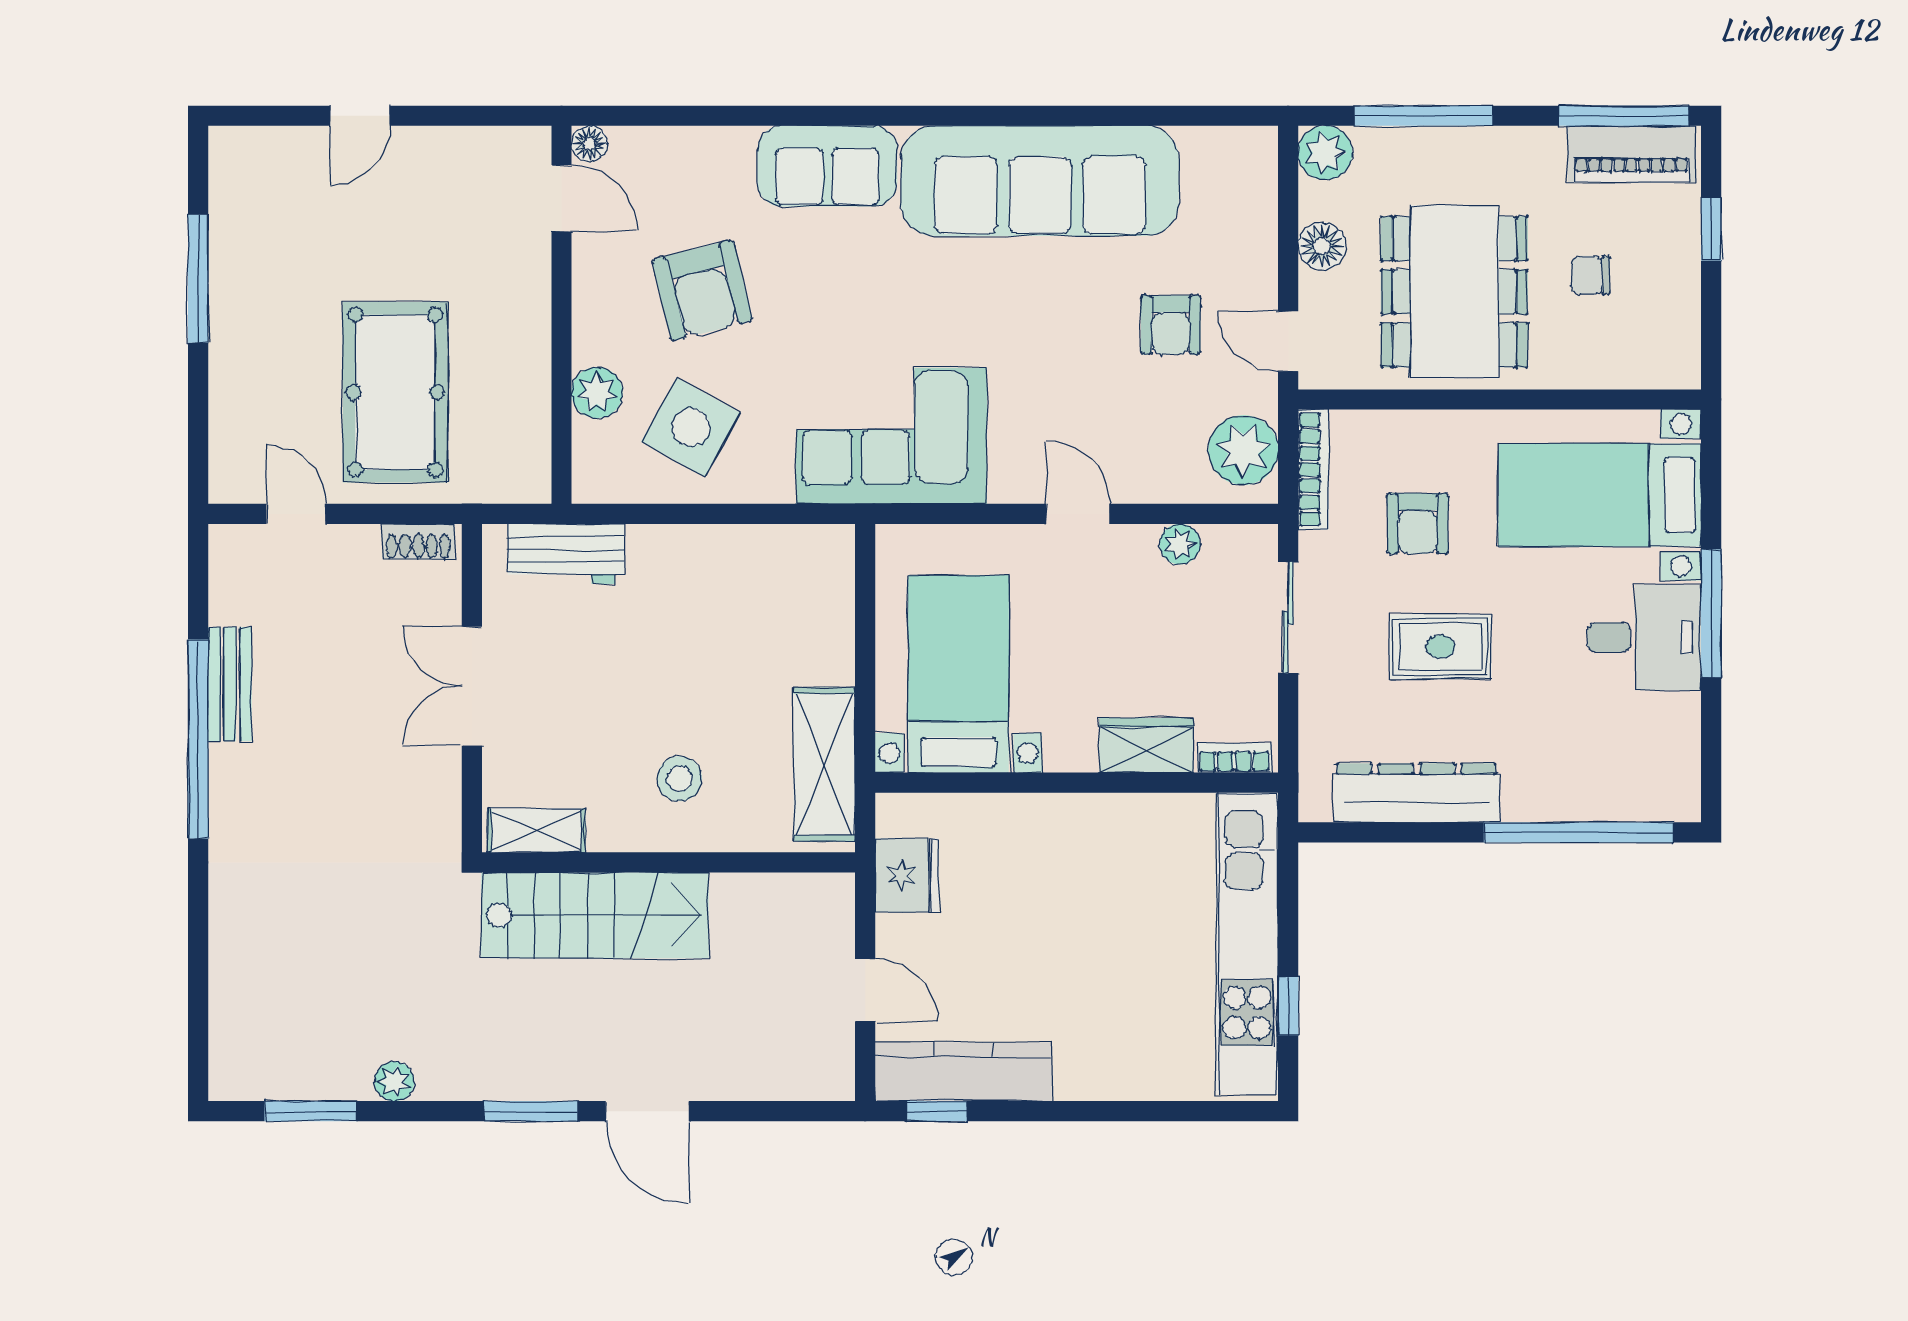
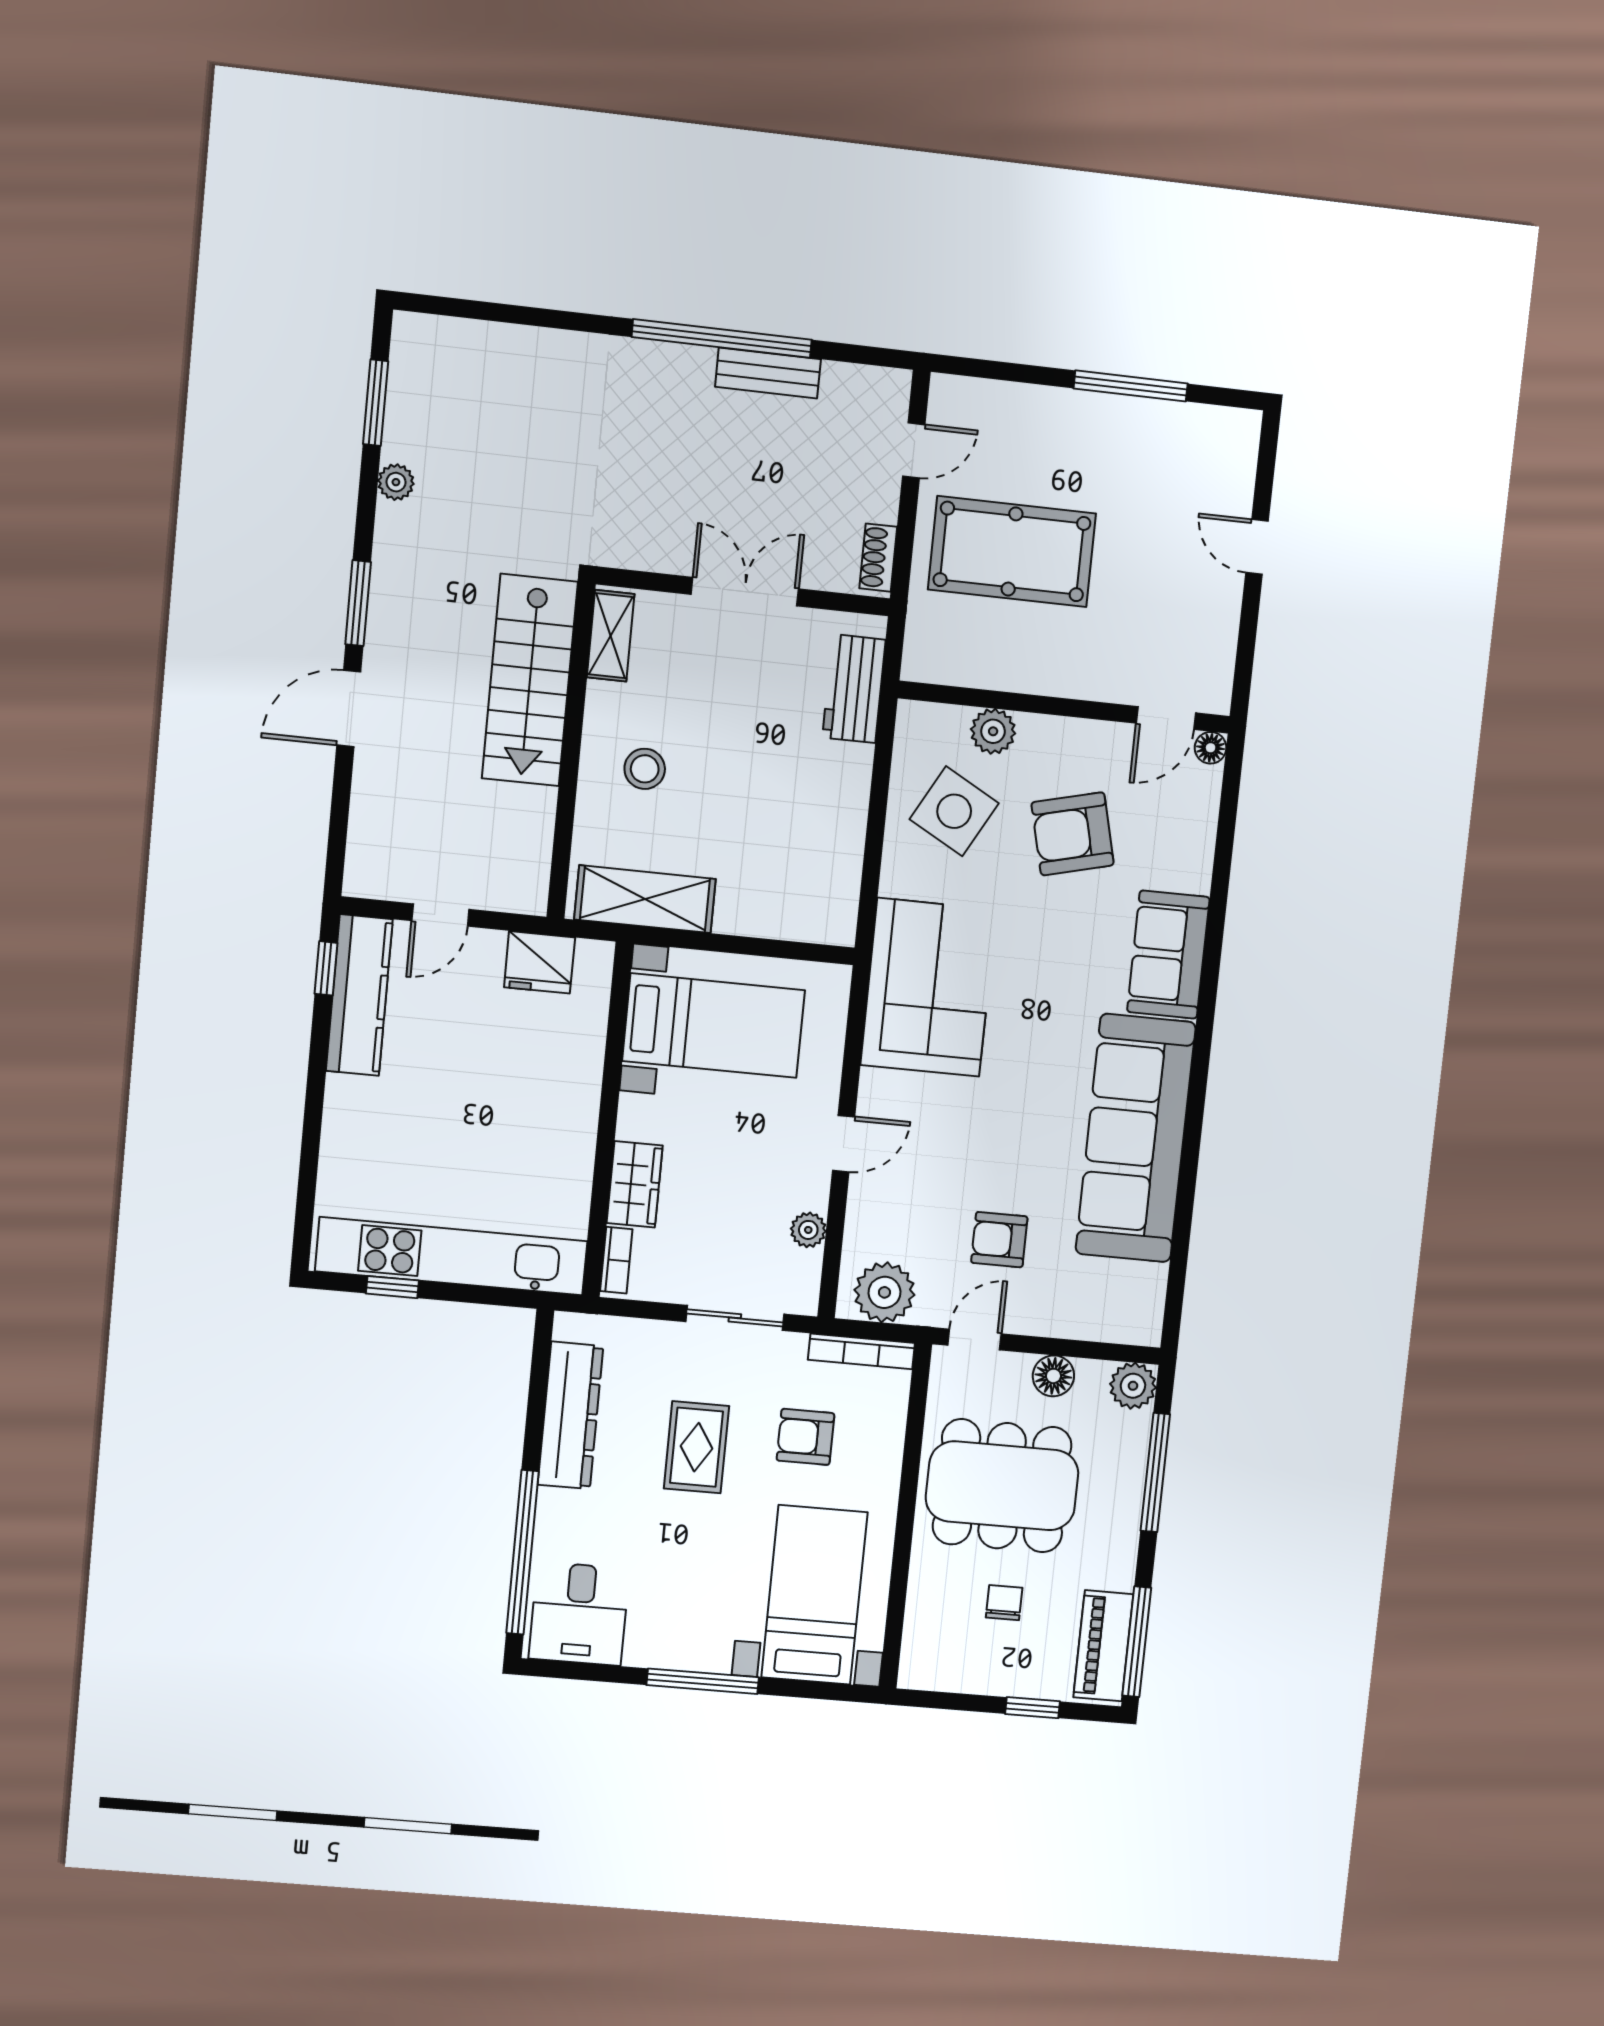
desk: (1644, 637) -> (579, 1614), moved

